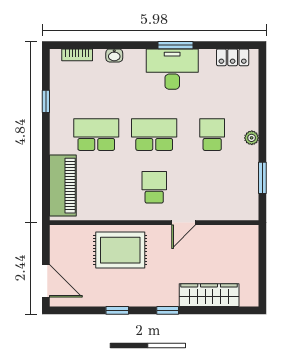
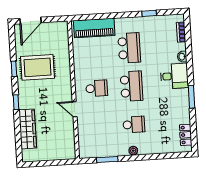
desk: (172, 69) -> (174, 76), moved, width x0.73
rug: (120, 250) -> (37, 67), moved, turned 90

